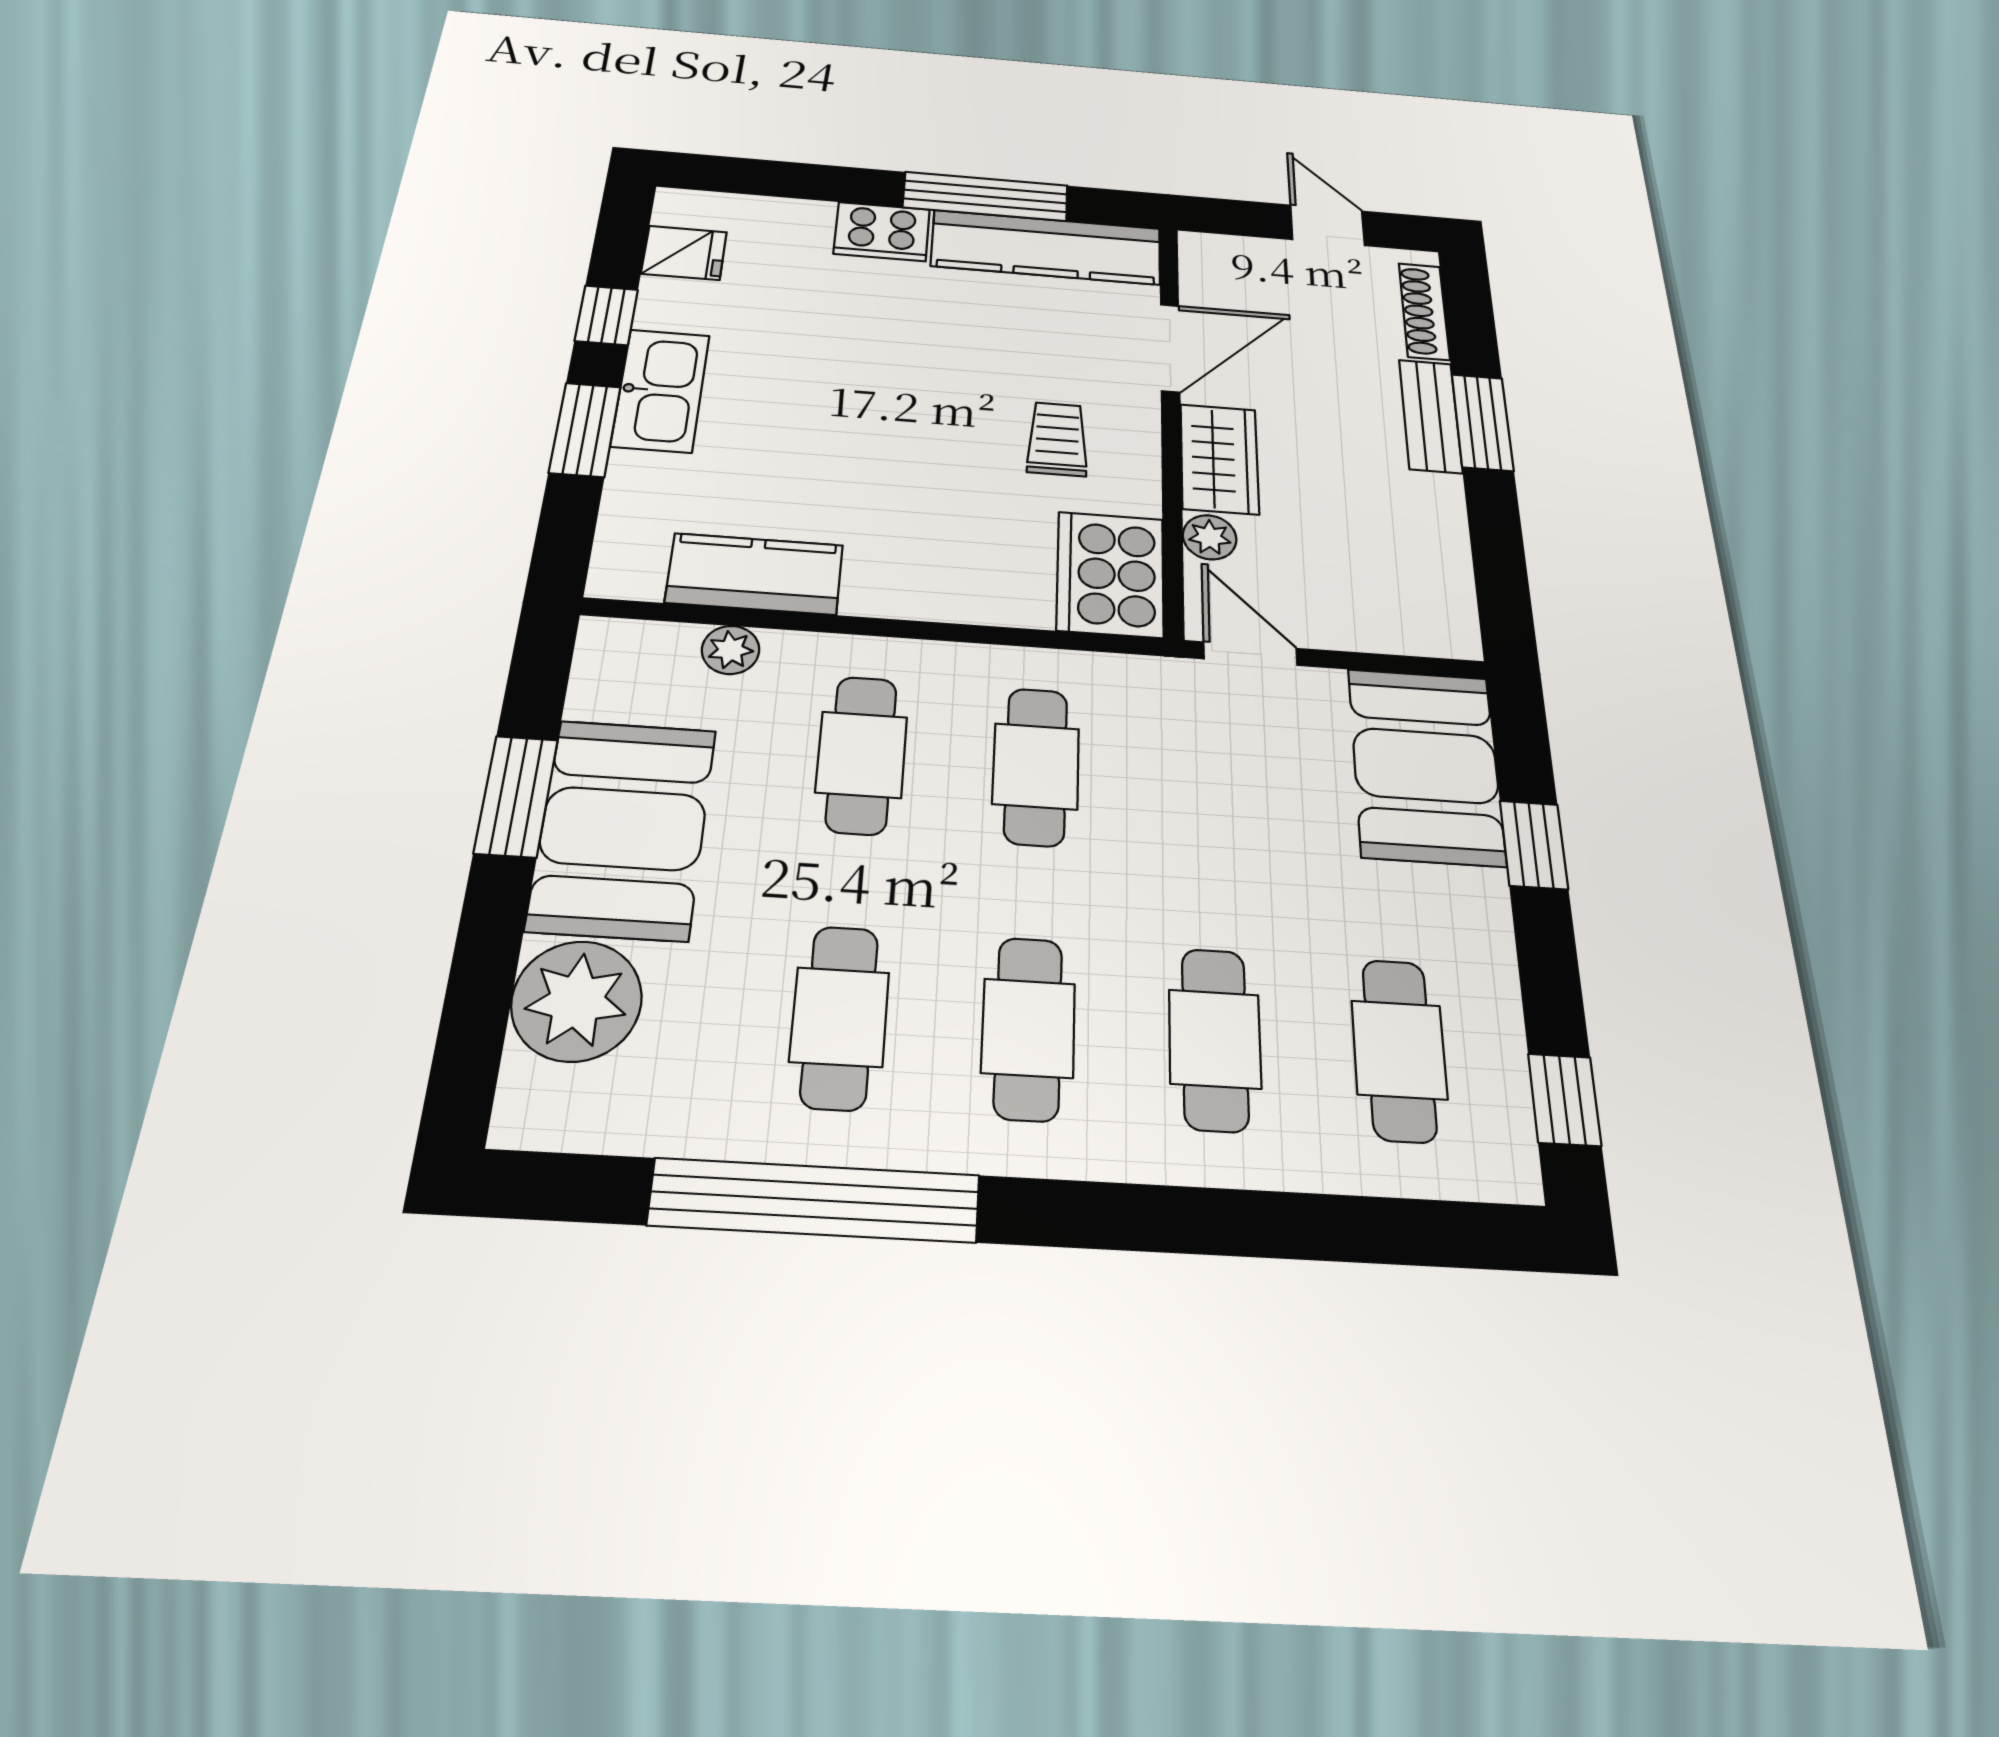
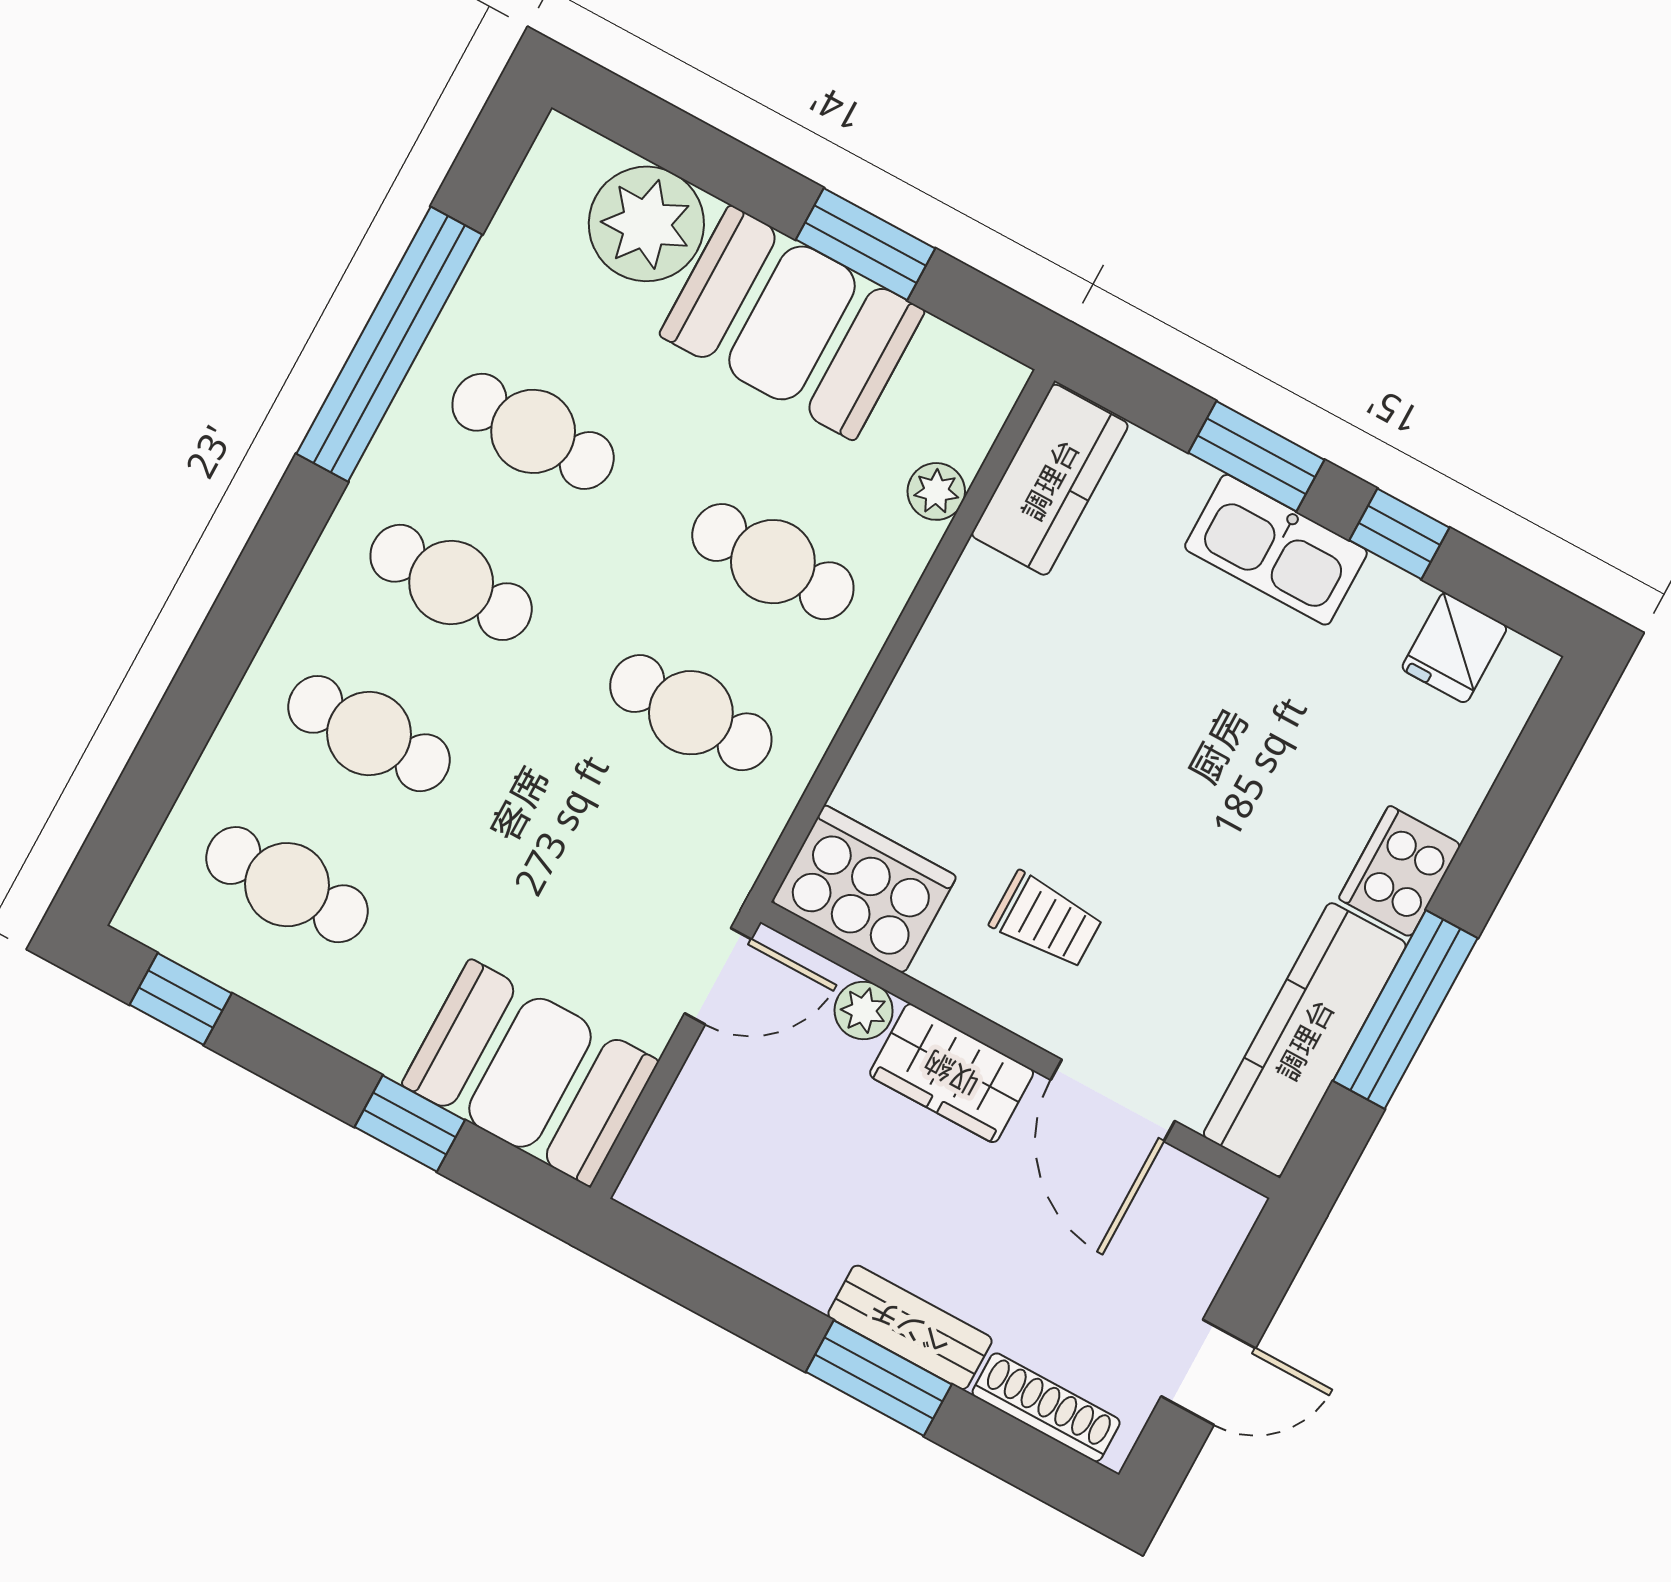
kitchen counter: (755, 574) -> (1050, 480), moved

